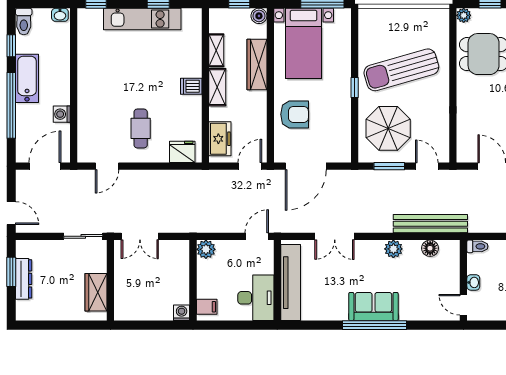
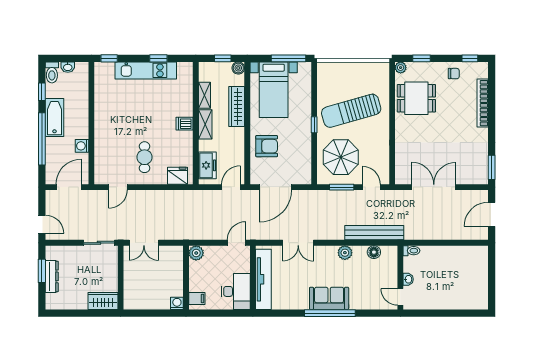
washbasin: (60, 15) -> (68, 67), moved
wardrobe: (96, 292) -> (103, 301), moved, turned 90

